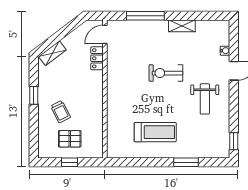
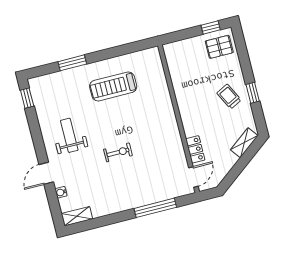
shelving: (182, 26) -> (77, 216), moved
exercise bike: (166, 73) -> (118, 152), width x0.73, depth x0.72
trolley: (61, 112) -> (229, 96), moved
pallet: (70, 139) -> (219, 47), moved
window: (69, 162) -> (211, 27), moved

